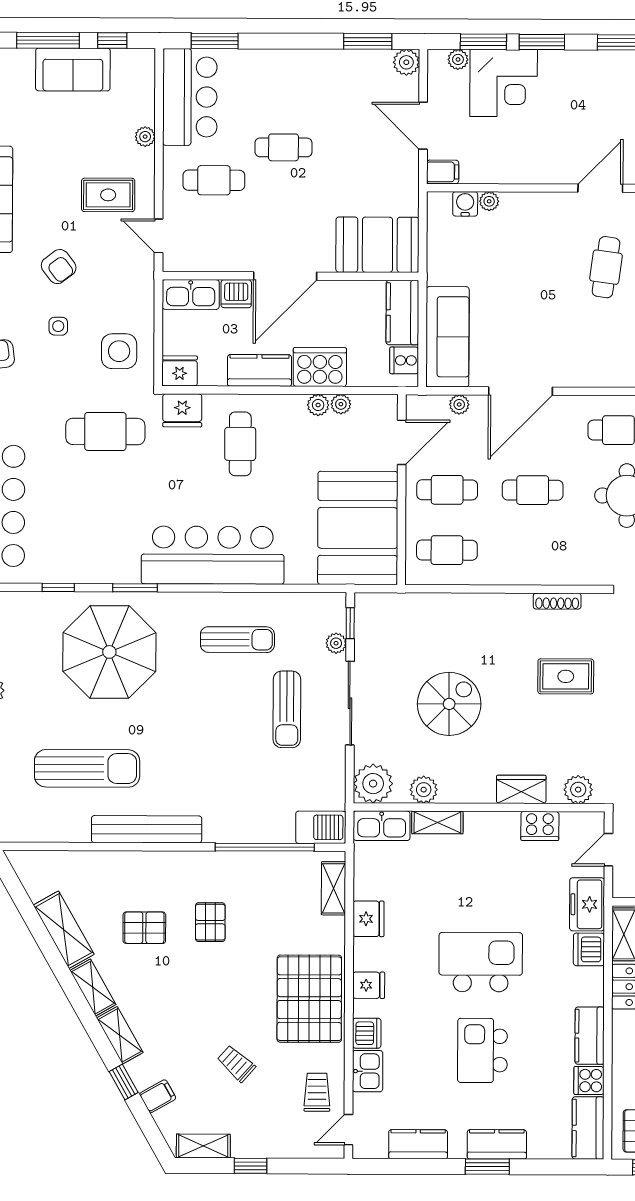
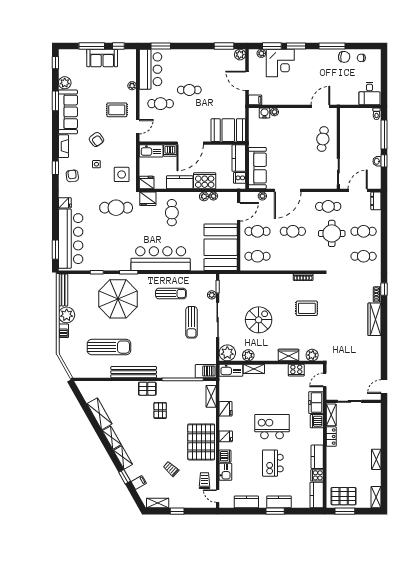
door: (159, 236) -> (138, 127), swing flipped
pallet: (144, 928) -> (147, 389), moved
door: (348, 1130) -> (218, 496), hinge flipped

